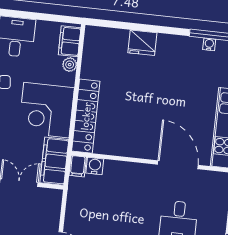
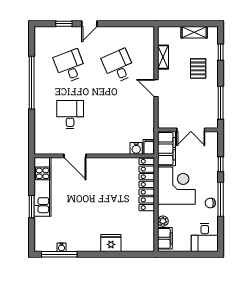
door: (178, 165) -> (75, 156), width x0.73

